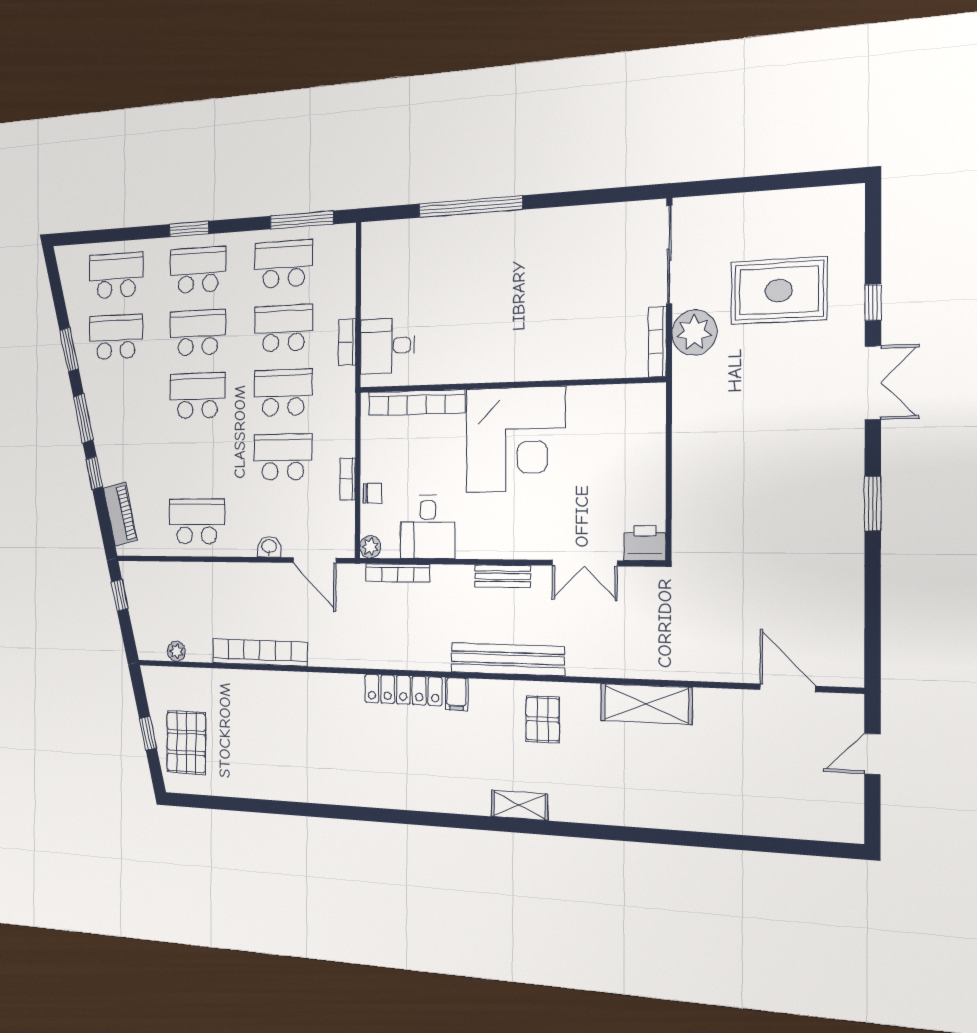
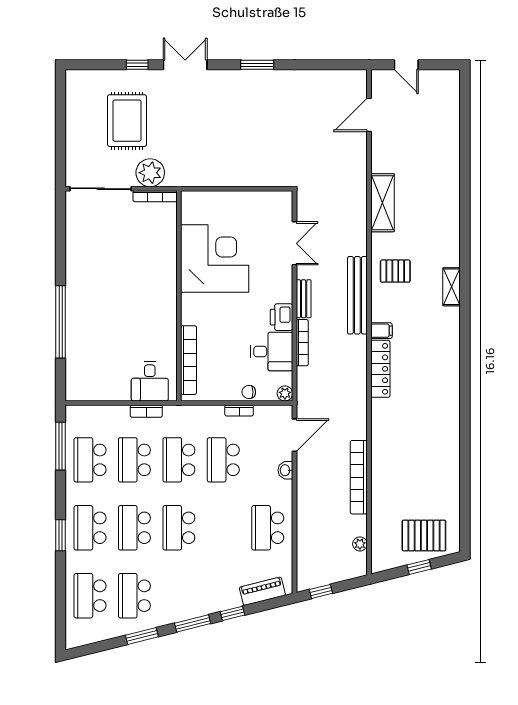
corner desk: (515, 440) -> (215, 258), moved
chair: (372, 493) -> (249, 392), turned -90
printer: (645, 543) -> (281, 317), moved
bookcase: (397, 573) -> (302, 343), moved

